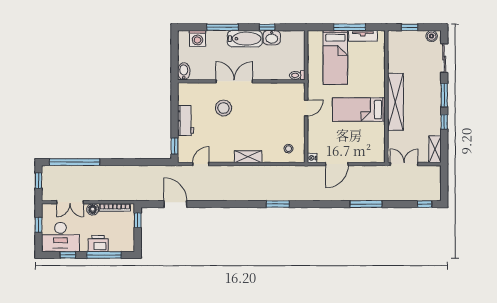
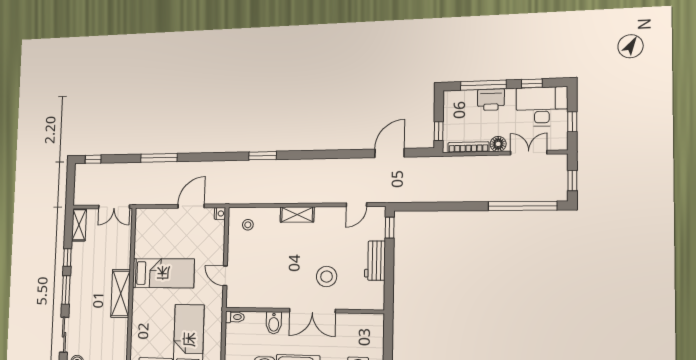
bidet: (184, 71) -> (274, 323), moved
shelving: (395, 102) -> (121, 293), width x0.68
door: (306, 108) -> (225, 276), hinge flipped
door: (175, 204) -> (389, 153), swing flipped

